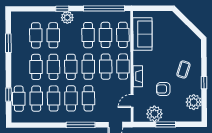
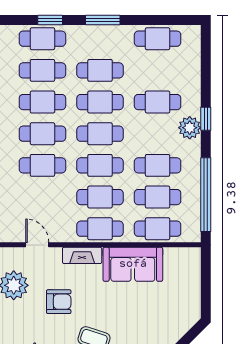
sofa: (142, 34) -> (133, 264), moved
cafe table: (36, 35) -> (158, 39), moved
window: (8, 43) -> (103, 20), moved
armchair: (163, 89) -> (59, 302), turned 90

